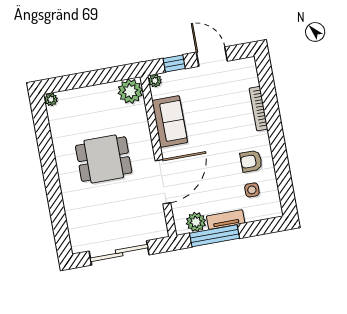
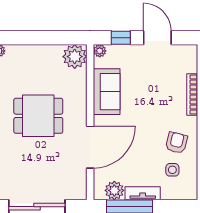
armchair: (251, 161) -> (176, 143), turned 104

